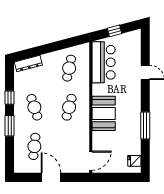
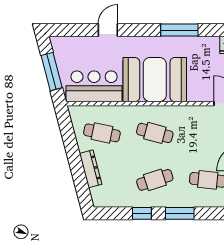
window: (115, 31) -> (52, 72), width x2.17
dresser: (28, 63) -> (91, 169), moved
booth: (104, 113) -> (155, 80), width x1.36, depth x1.42

